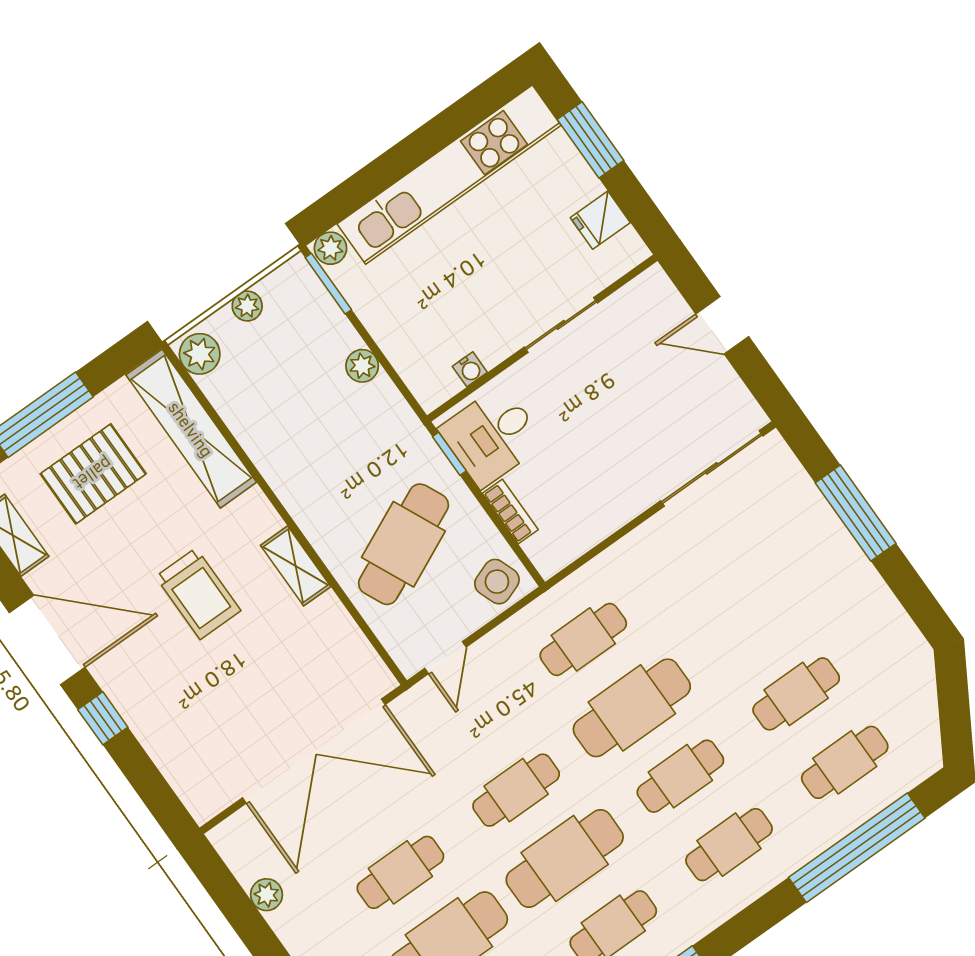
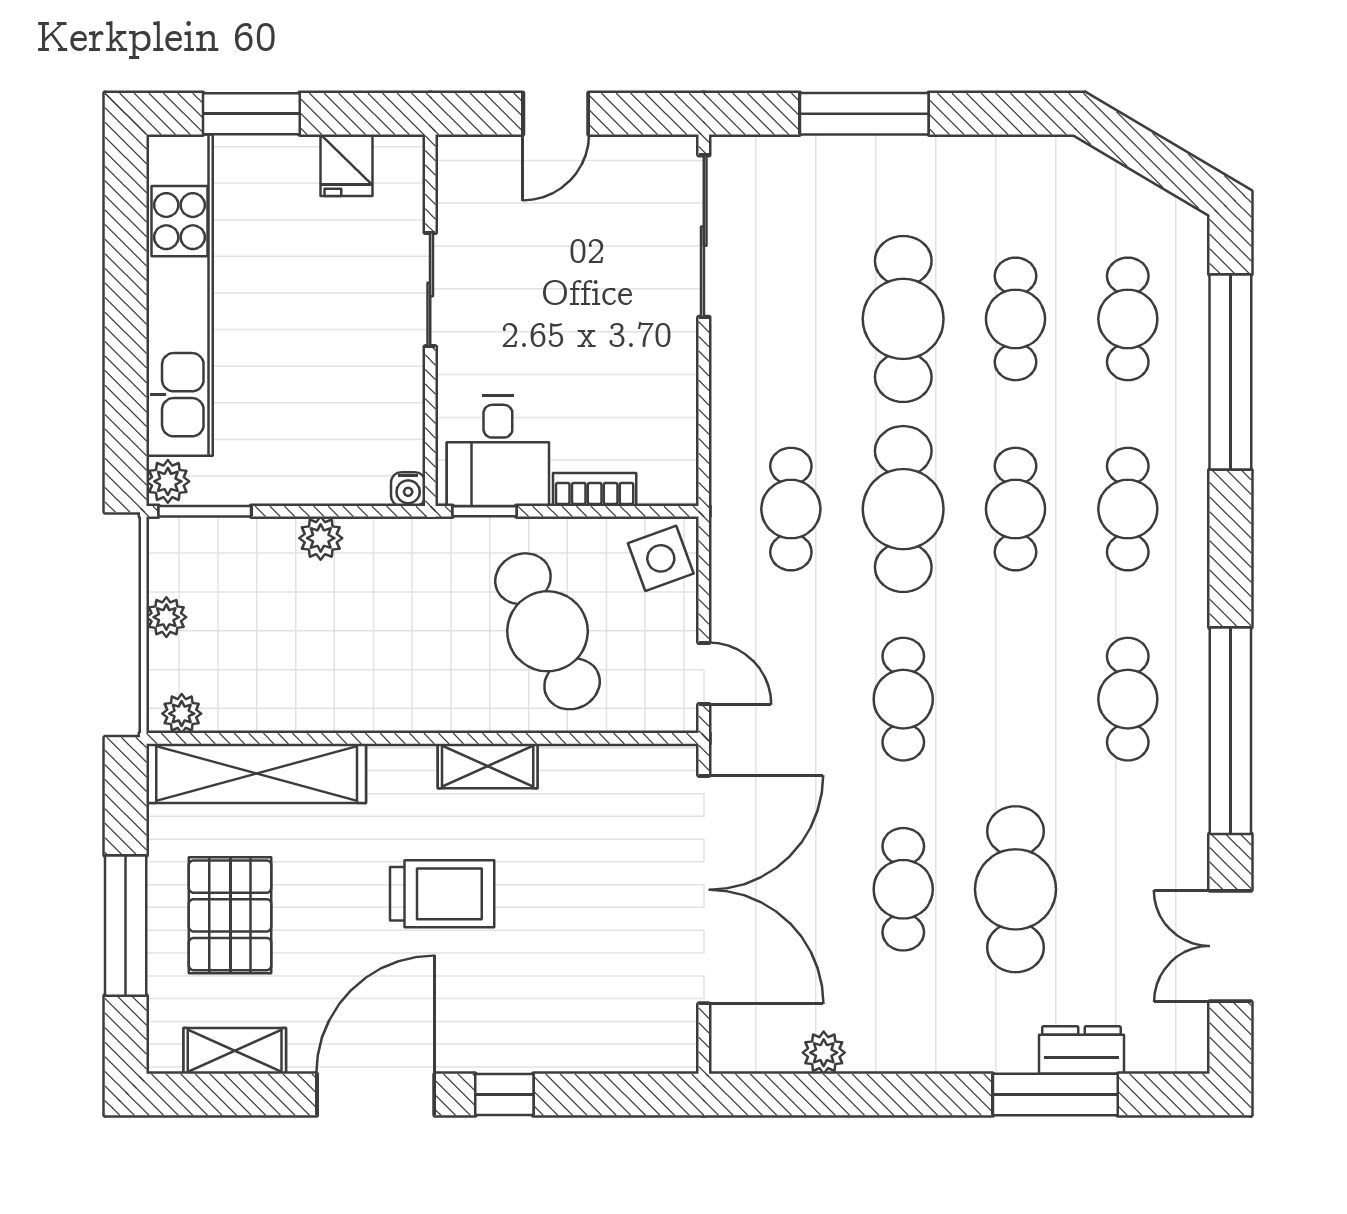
plant: (200, 354) -> (182, 714), width x0.73, depth x0.73
water cooler: (470, 369) -> (408, 489), moved, turned 90
cafe table: (565, 858) -> (903, 319), moved

